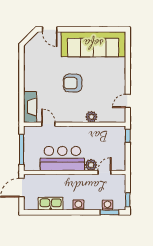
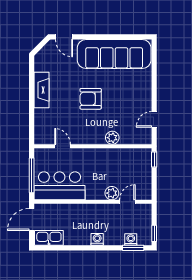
fireplace: (30, 107) -> (41, 90), moved
bar counter: (62, 159) -> (59, 186), moved
kitchen sink: (51, 204) -> (49, 238), moved

